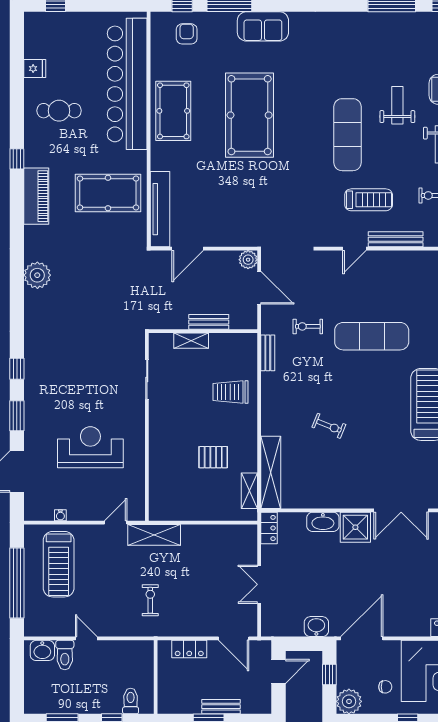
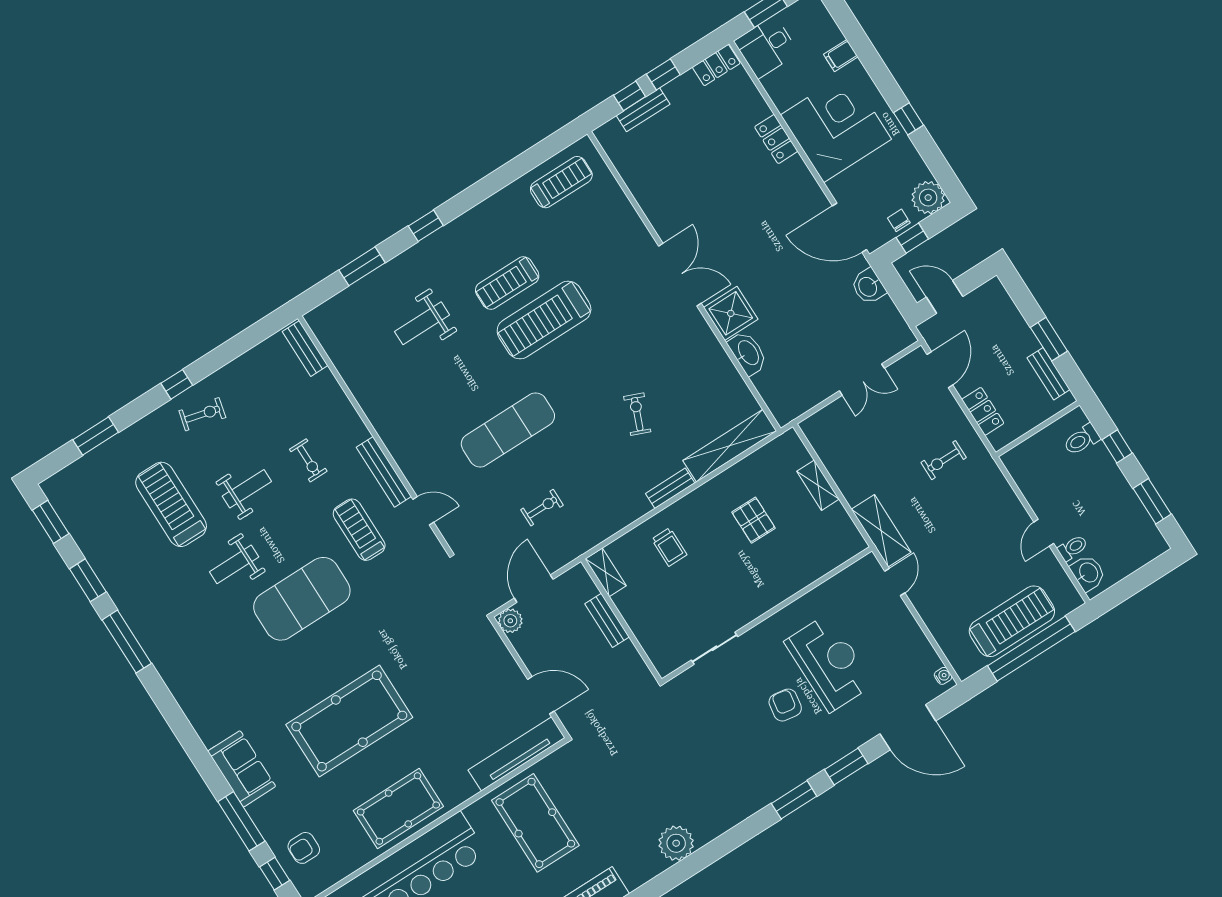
exercise mat: (348, 135) -> (302, 599), width x1.47
exercise bike: (308, 326) -> (542, 508), turned -90
exercise mat: (372, 336) -> (508, 430), turned 90
shelving: (191, 341) -> (606, 572), moved
bench: (268, 353) -> (670, 488), moved
window: (17, 369) -> (794, 800), width x1.50
trolley: (230, 392) -> (669, 547), width x0.73, depth x0.72
armchair: (81, 402) -> (785, 705), added
reception desk: (90, 447) -> (829, 663), turned 180
shelving: (249, 491) -> (818, 485), moved, turned 90
water cooler: (60, 515) -> (943, 676), moved
door: (116, 523) -> (895, 582), swing flipped
locker: (269, 528) -> (793, 408), removed
treadmill: (59, 564) -> (1012, 621), moved
exercise bike: (150, 600) -> (944, 460), moved
toilet: (65, 655) -> (1073, 548), width x0.73, depth x0.72
chair: (385, 687) -> (899, 220), moved
bench: (221, 707) -> (1049, 374), moved

